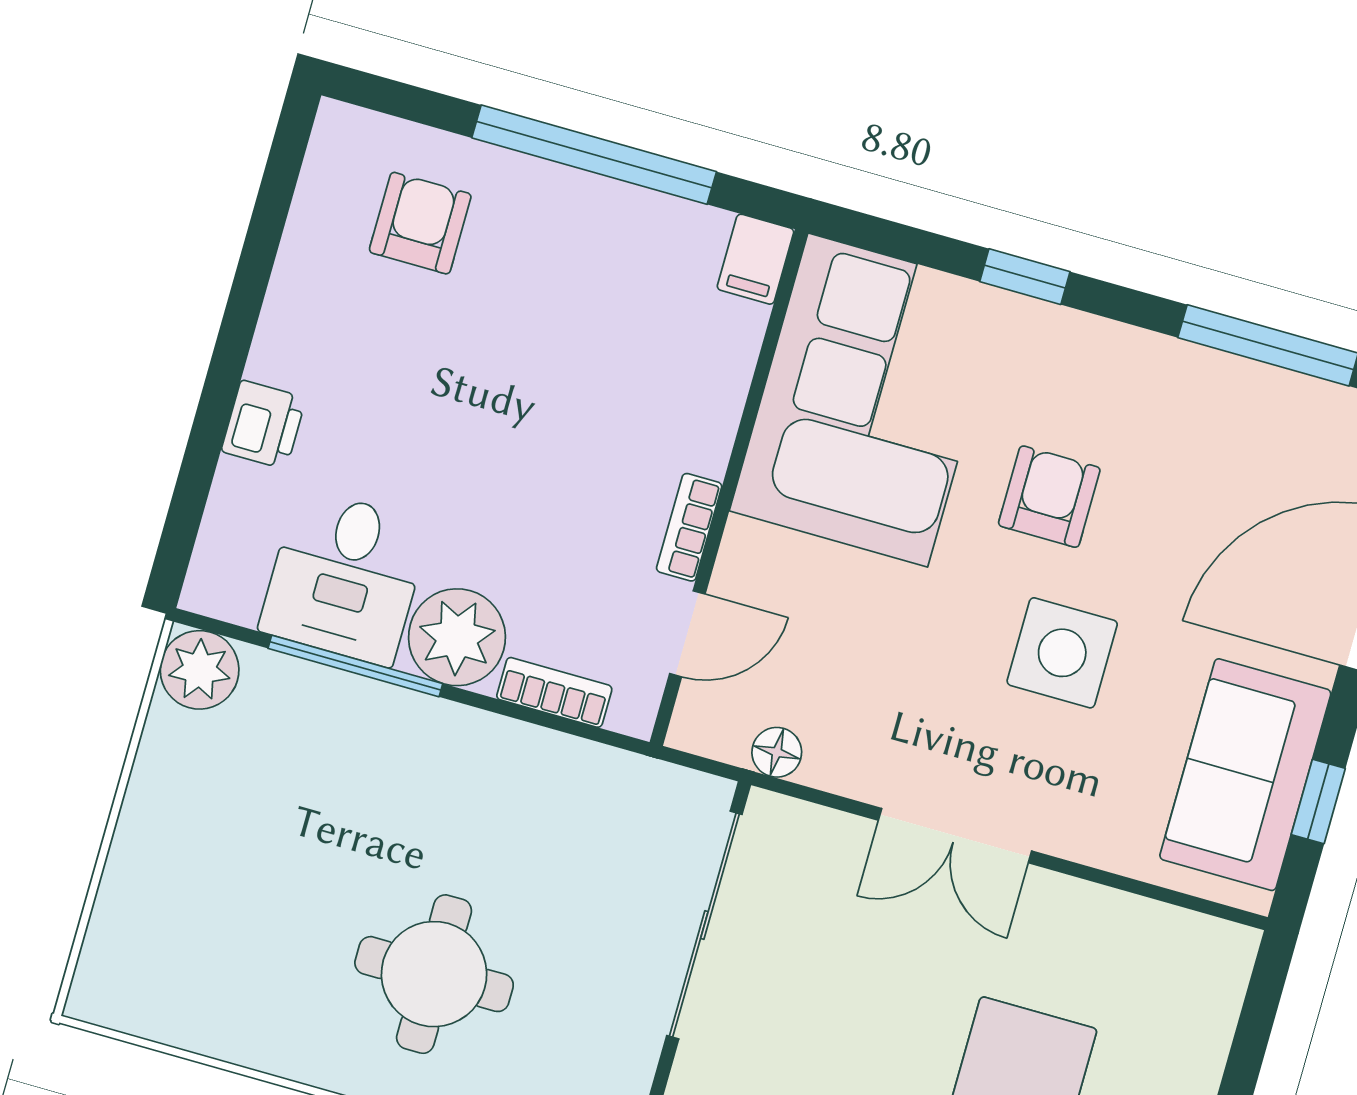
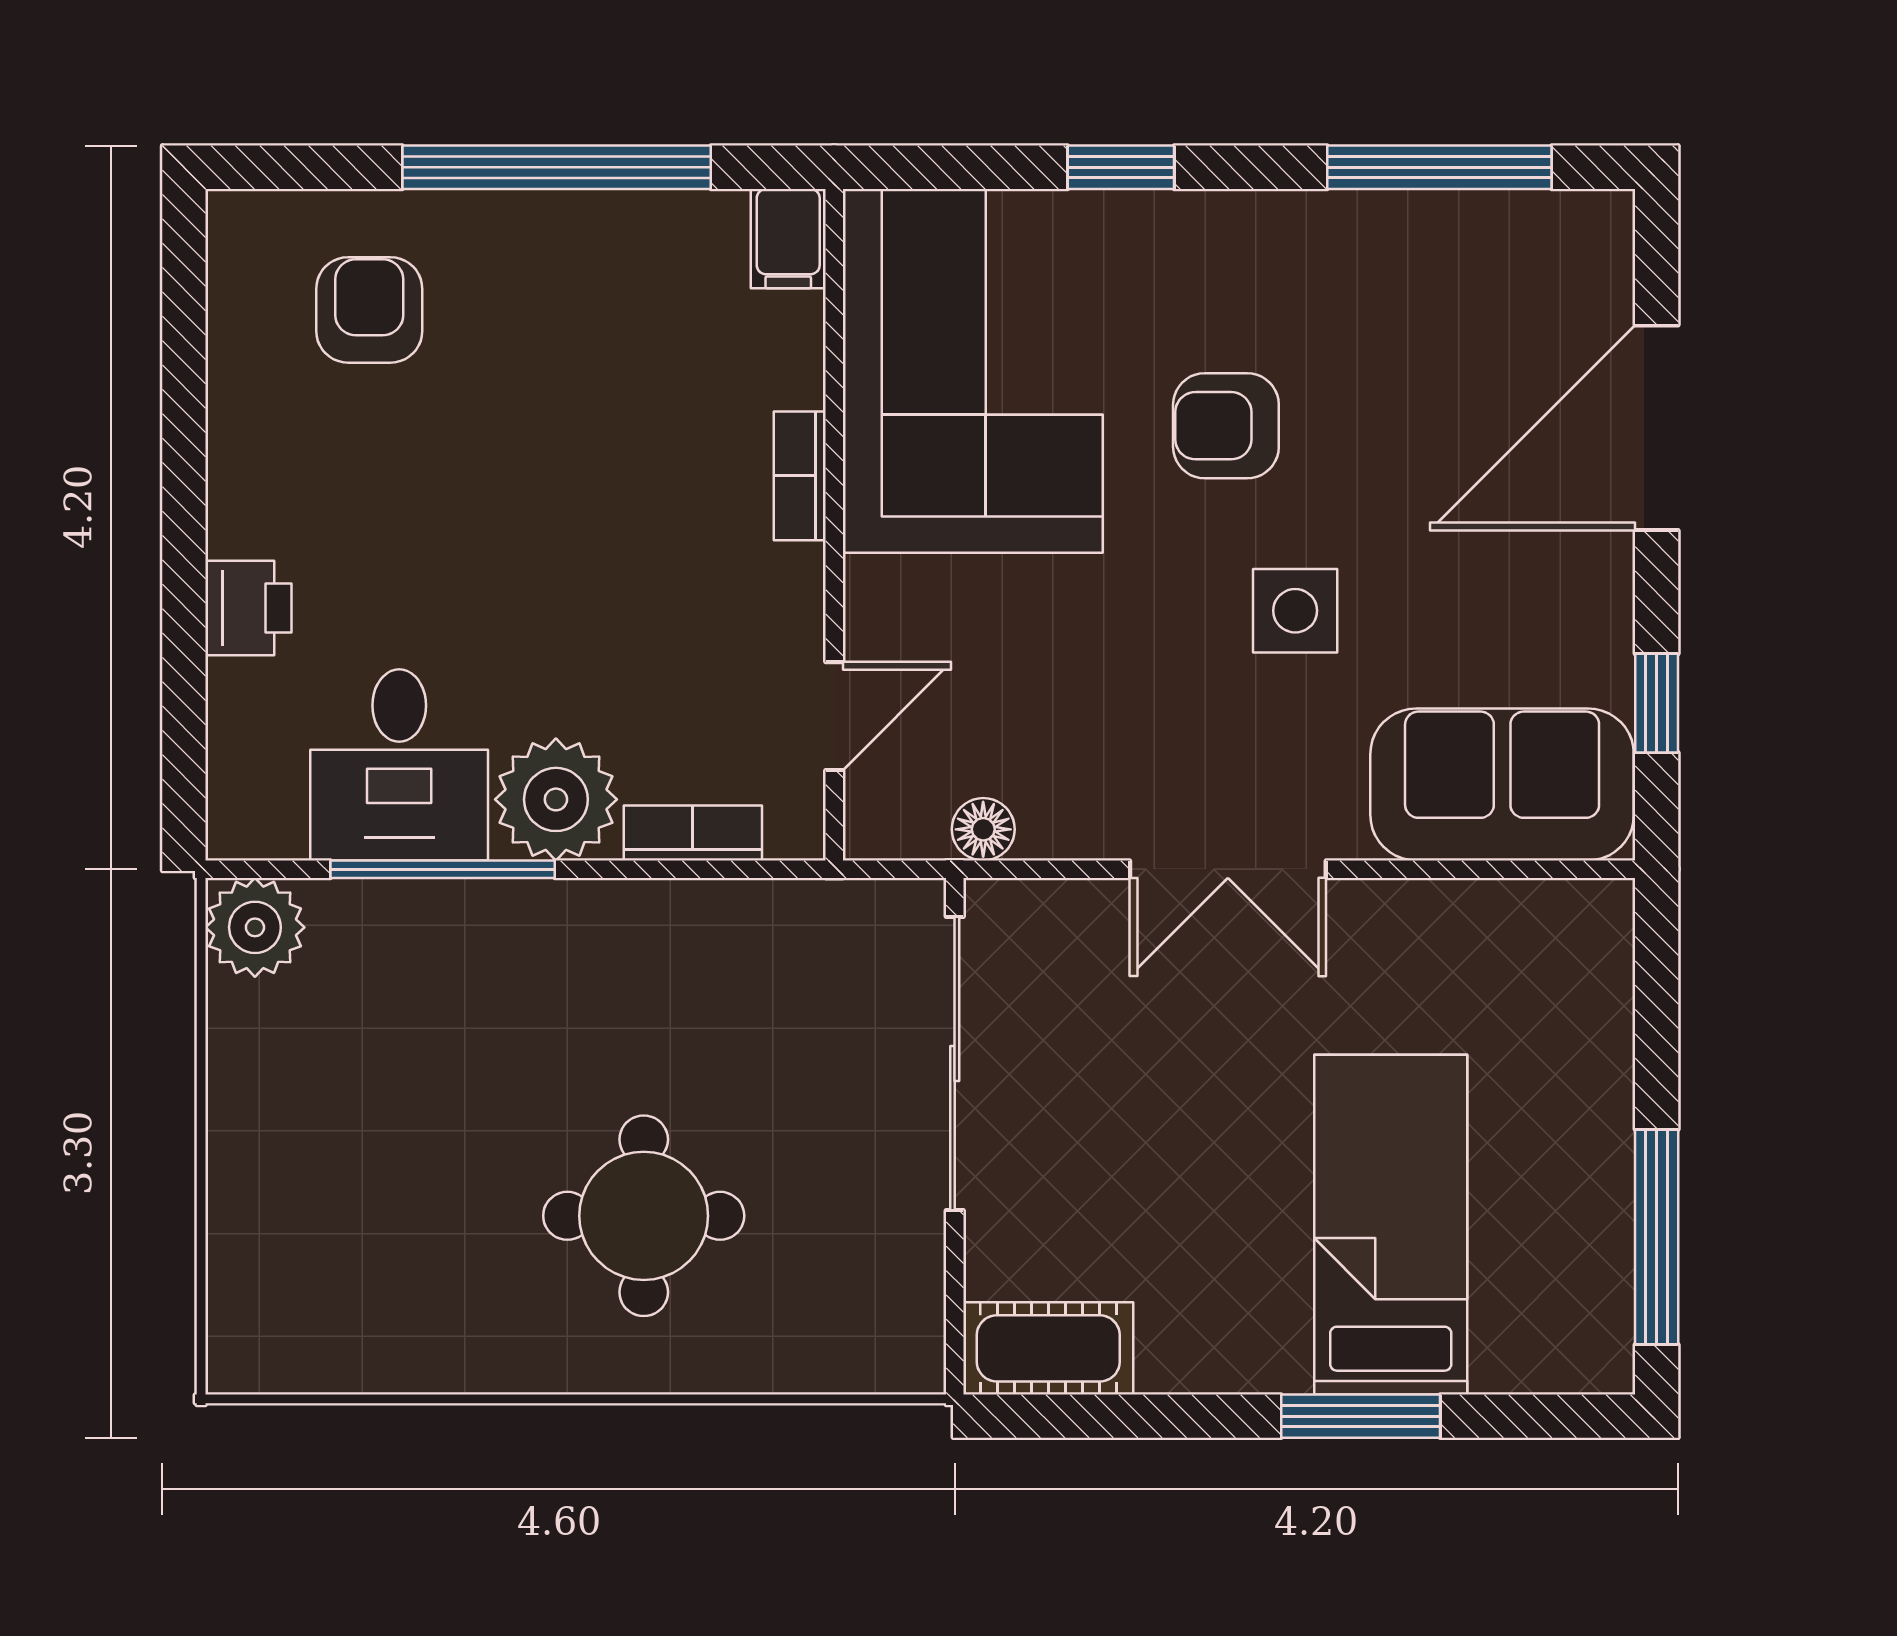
armchair: (1049, 497) -> (1226, 426), turned -90
bookcase: (689, 527) -> (800, 476), moved
side table: (1062, 653) -> (1295, 611), width x0.73, depth x0.73
sofa: (1245, 775) -> (1502, 784), moved, turned 90

